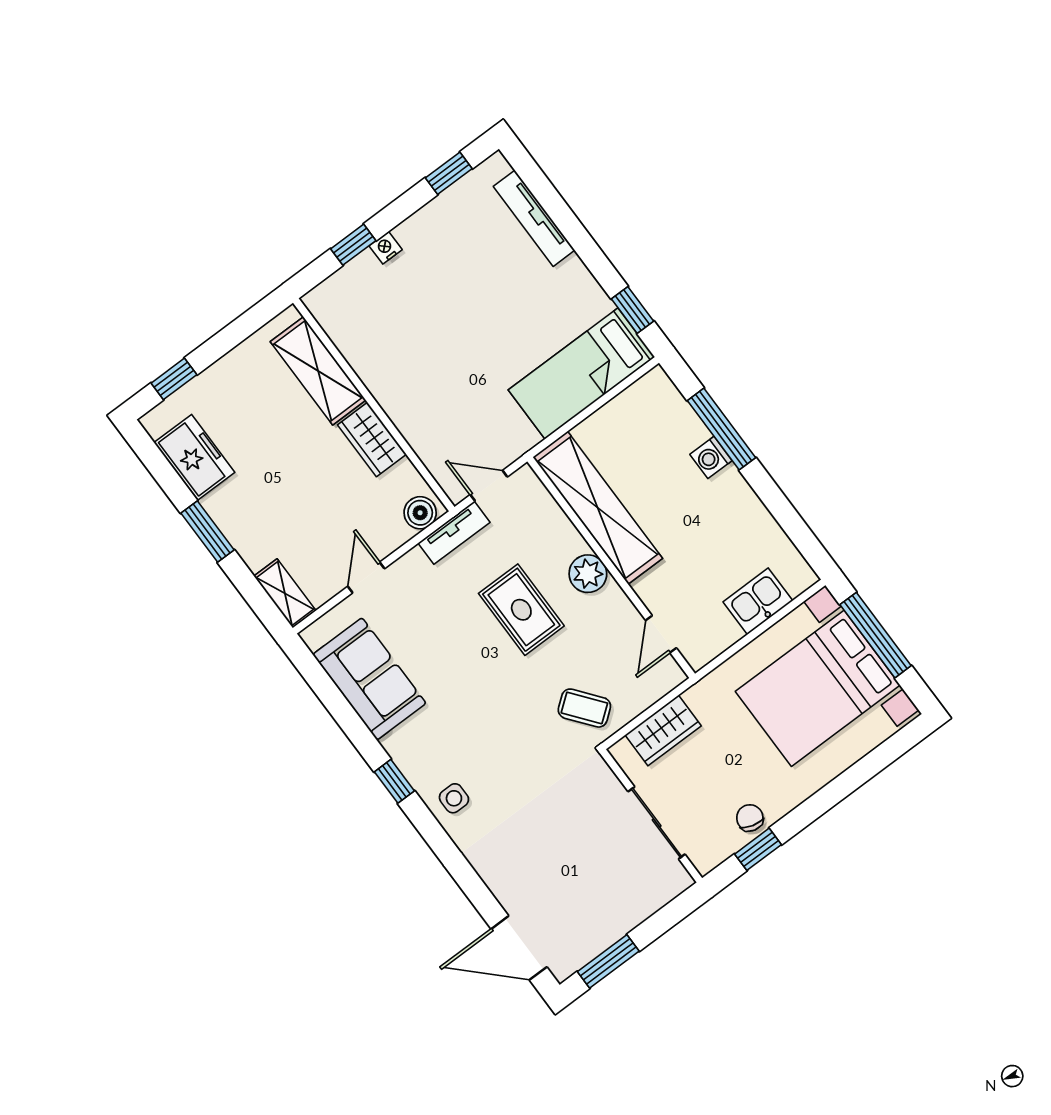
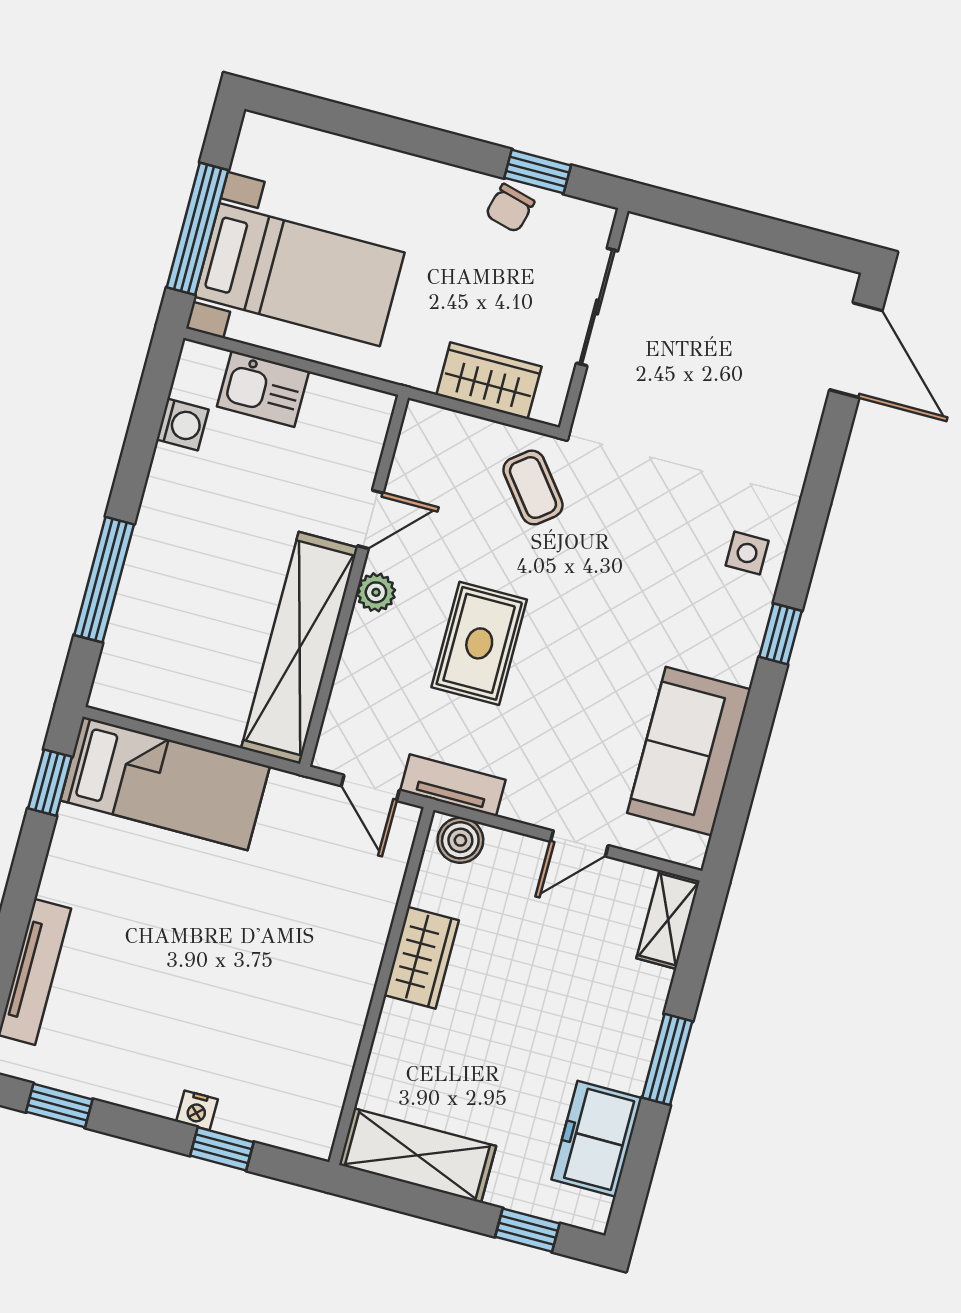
shelving: (318, 371) -> (417, 1155), moved, turned 90
washing machine: (711, 457) -> (182, 425), moved
plant: (588, 574) -> (376, 592), width x0.73, depth x0.73
door: (661, 634) -> (370, 519), moved
bed with nightstands: (818, 688) -> (299, 275), width x0.73
window: (608, 961) -> (793, 239), removed

